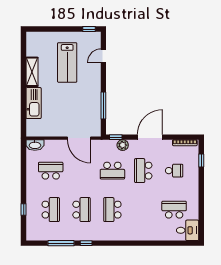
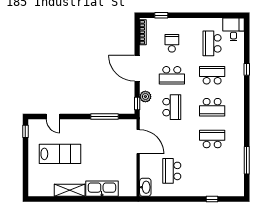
door: (79, 138) -> (138, 142), hinge flipped
school desk: (51, 210) -> (212, 75), moved
window: (86, 243) -> (247, 69), moved

